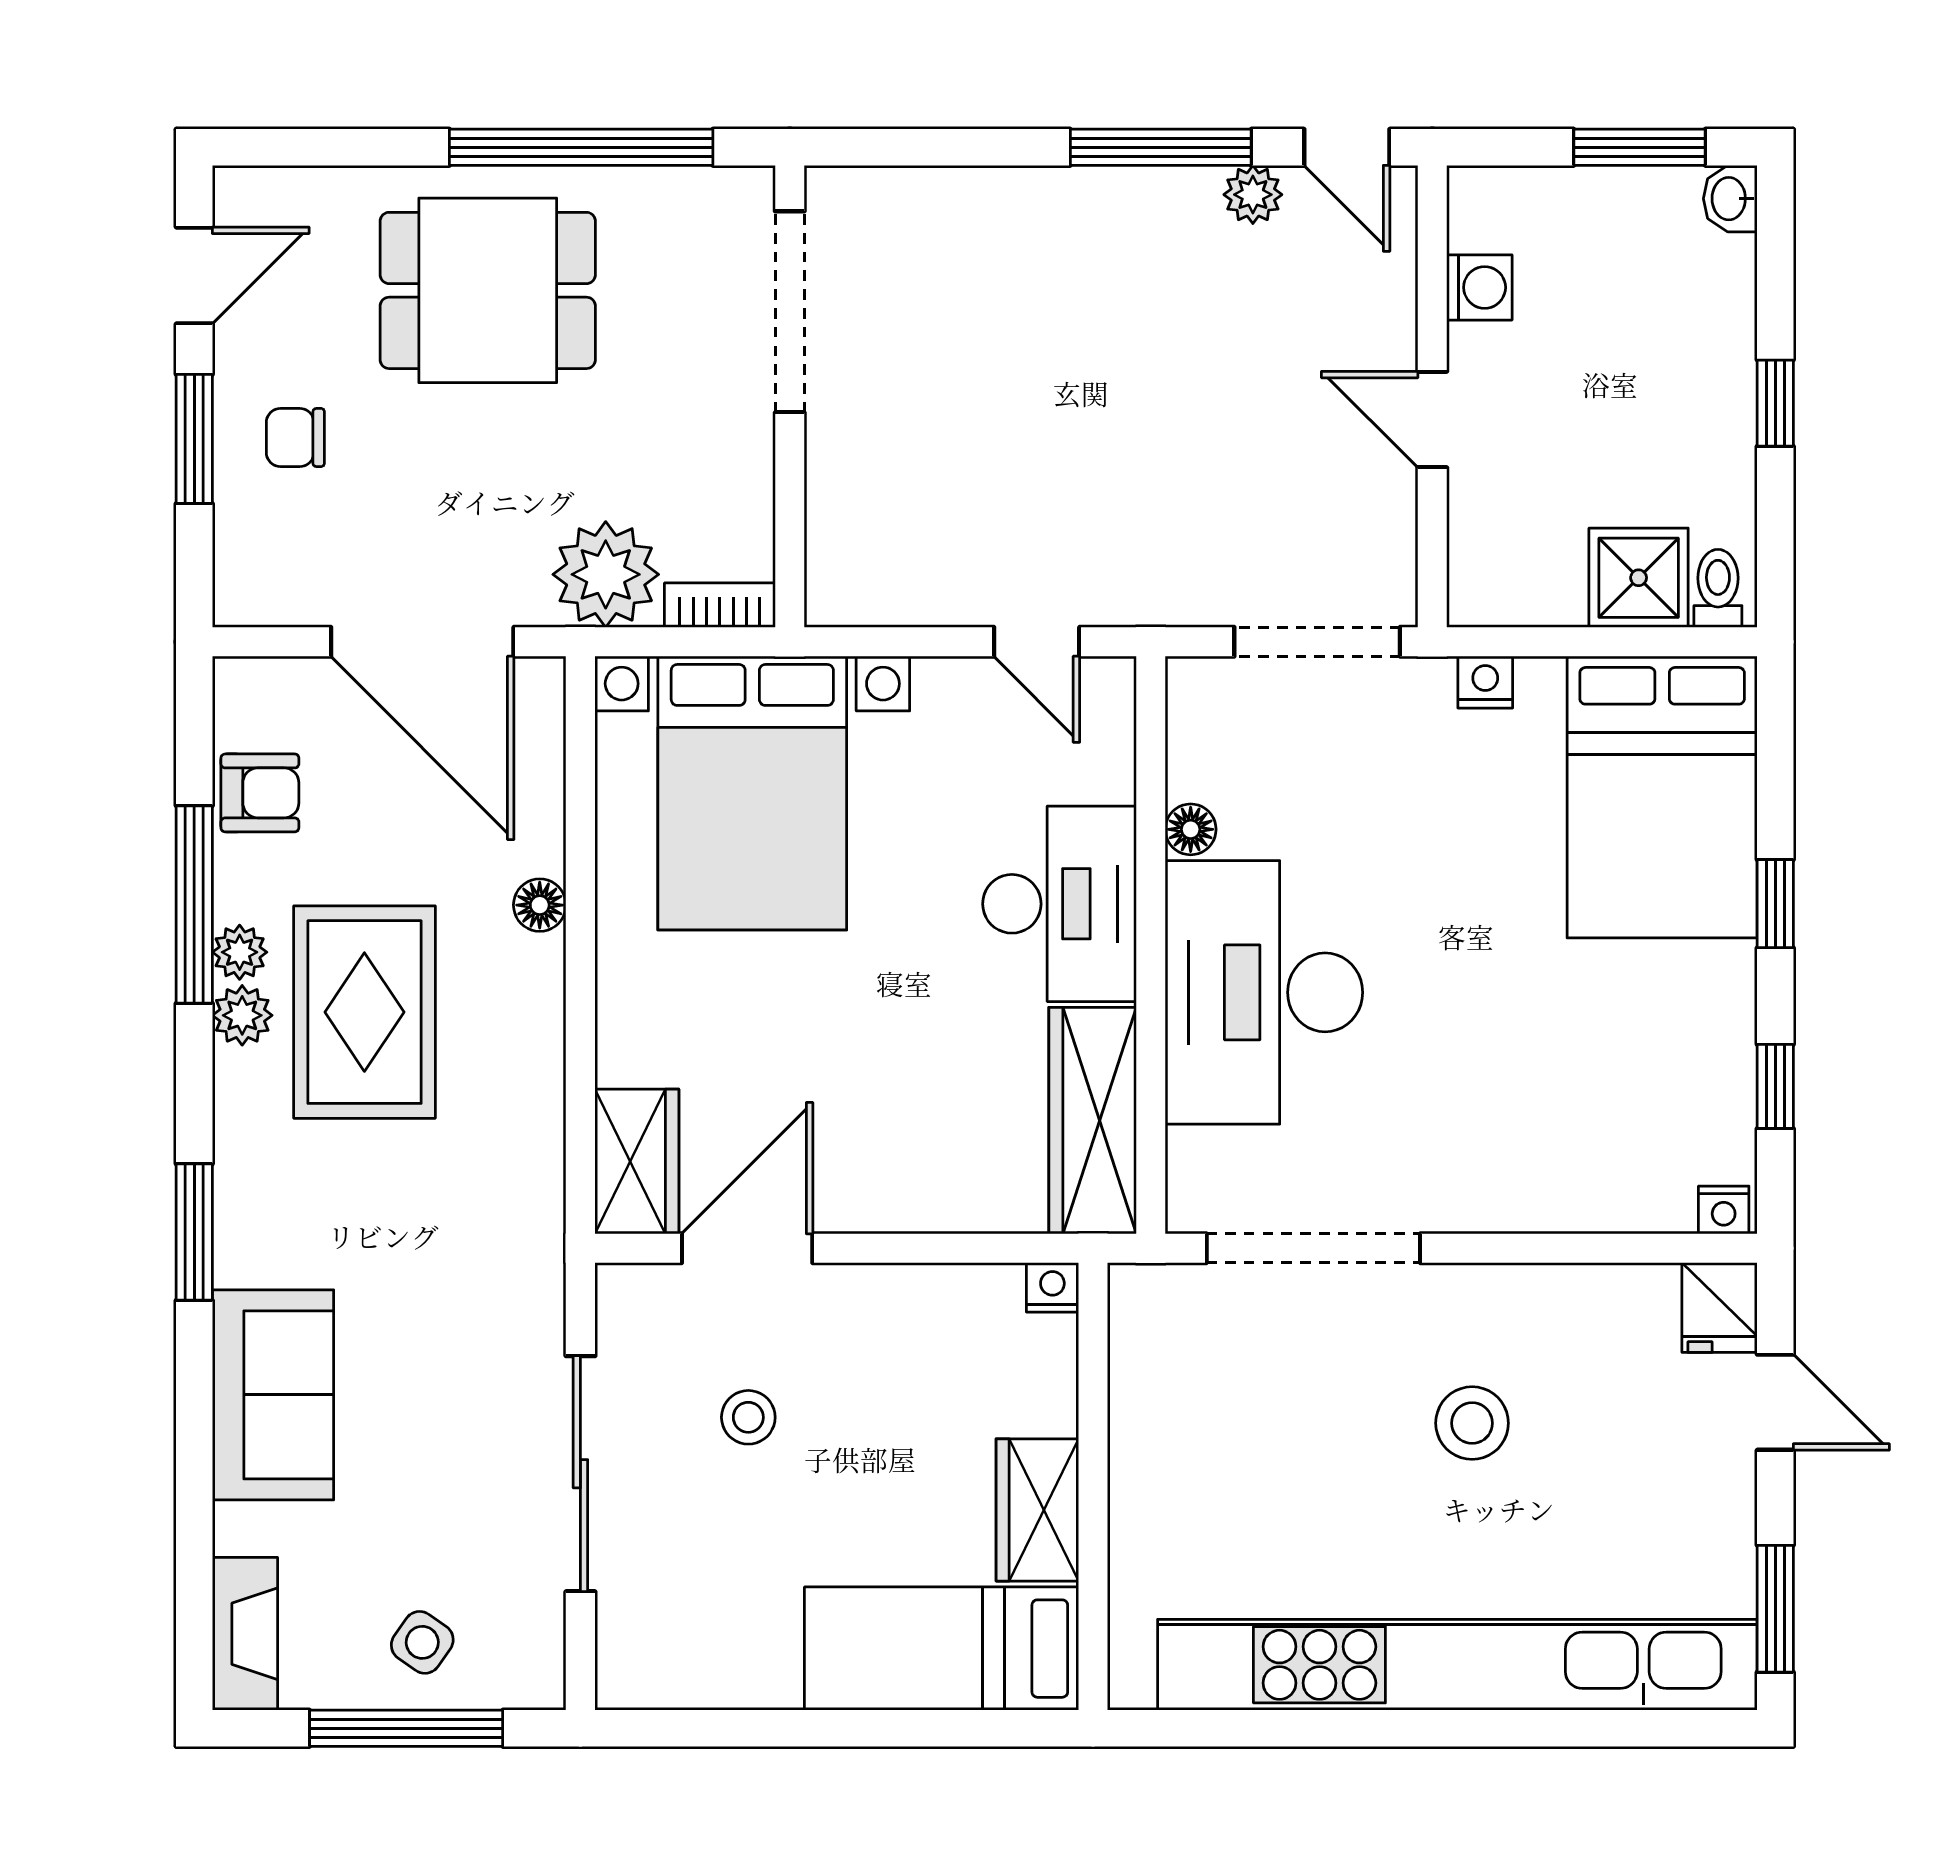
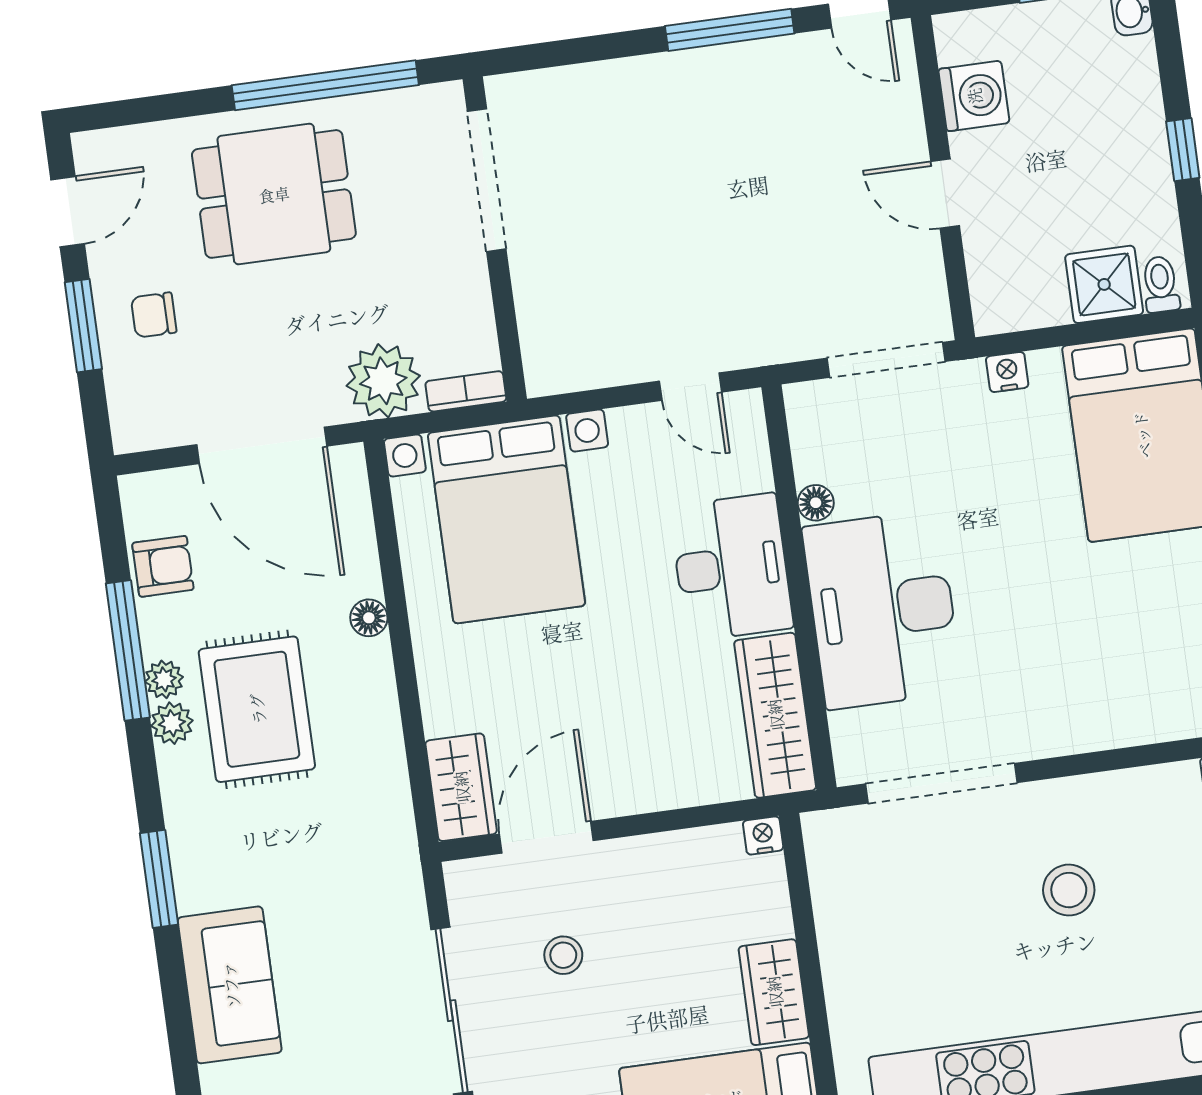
plant: (1253, 195) -> (798, 54), removed
washing machine: (1479, 287) -> (974, 96), width x1.38, depth x1.38

